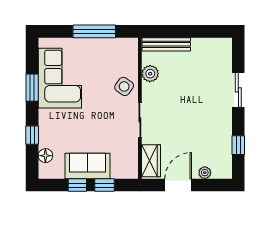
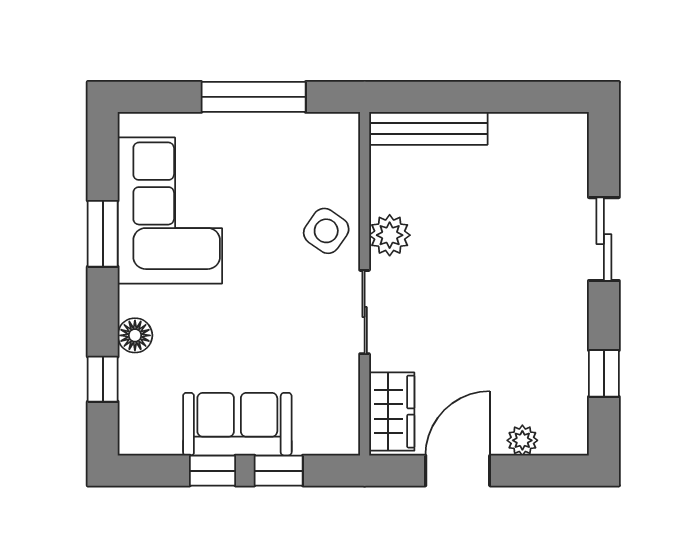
plant: (150, 74) -> (390, 235), moved
window: (32, 135) -> (103, 379), moved
floor lamp: (45, 156) -> (135, 335), moved

